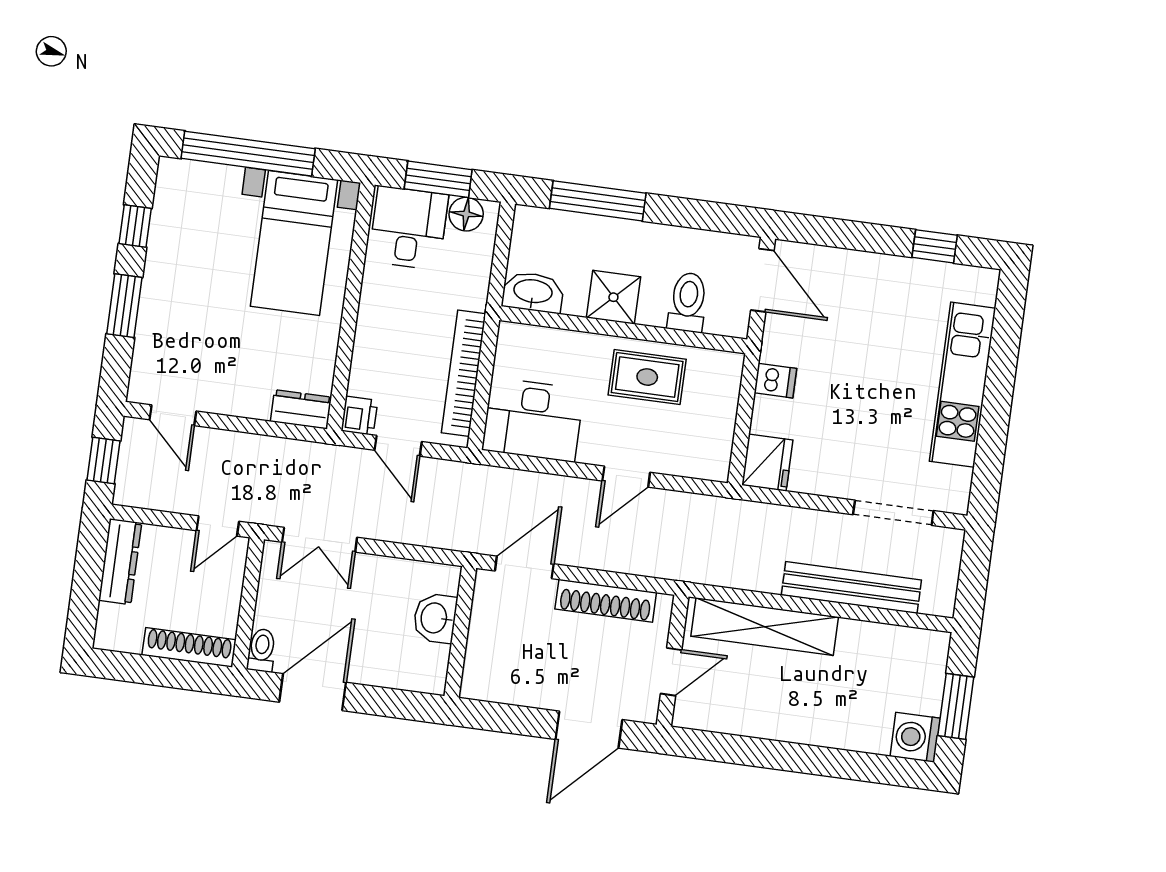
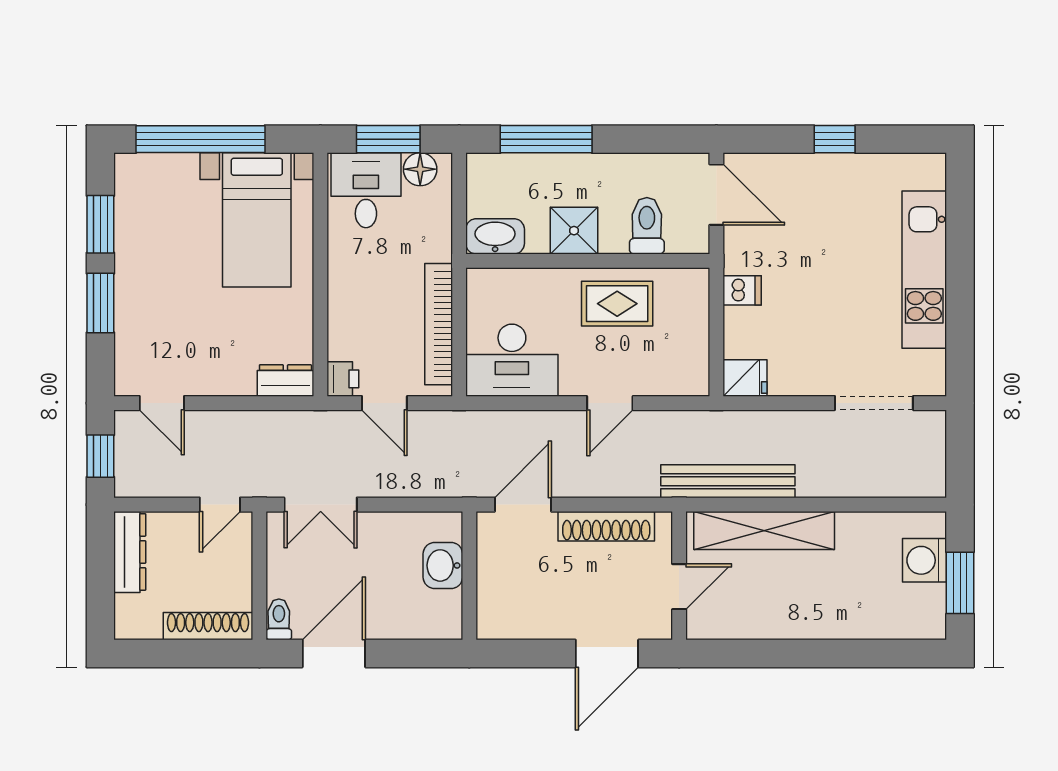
window: (135, 226) -> (100, 224), width x1.50
window: (935, 246) -> (835, 139), moved
fridge: (767, 463) -> (745, 378), width x0.72
bench: (851, 588) -> (728, 481), moved
washing machine: (915, 737) -> (925, 560), moved

